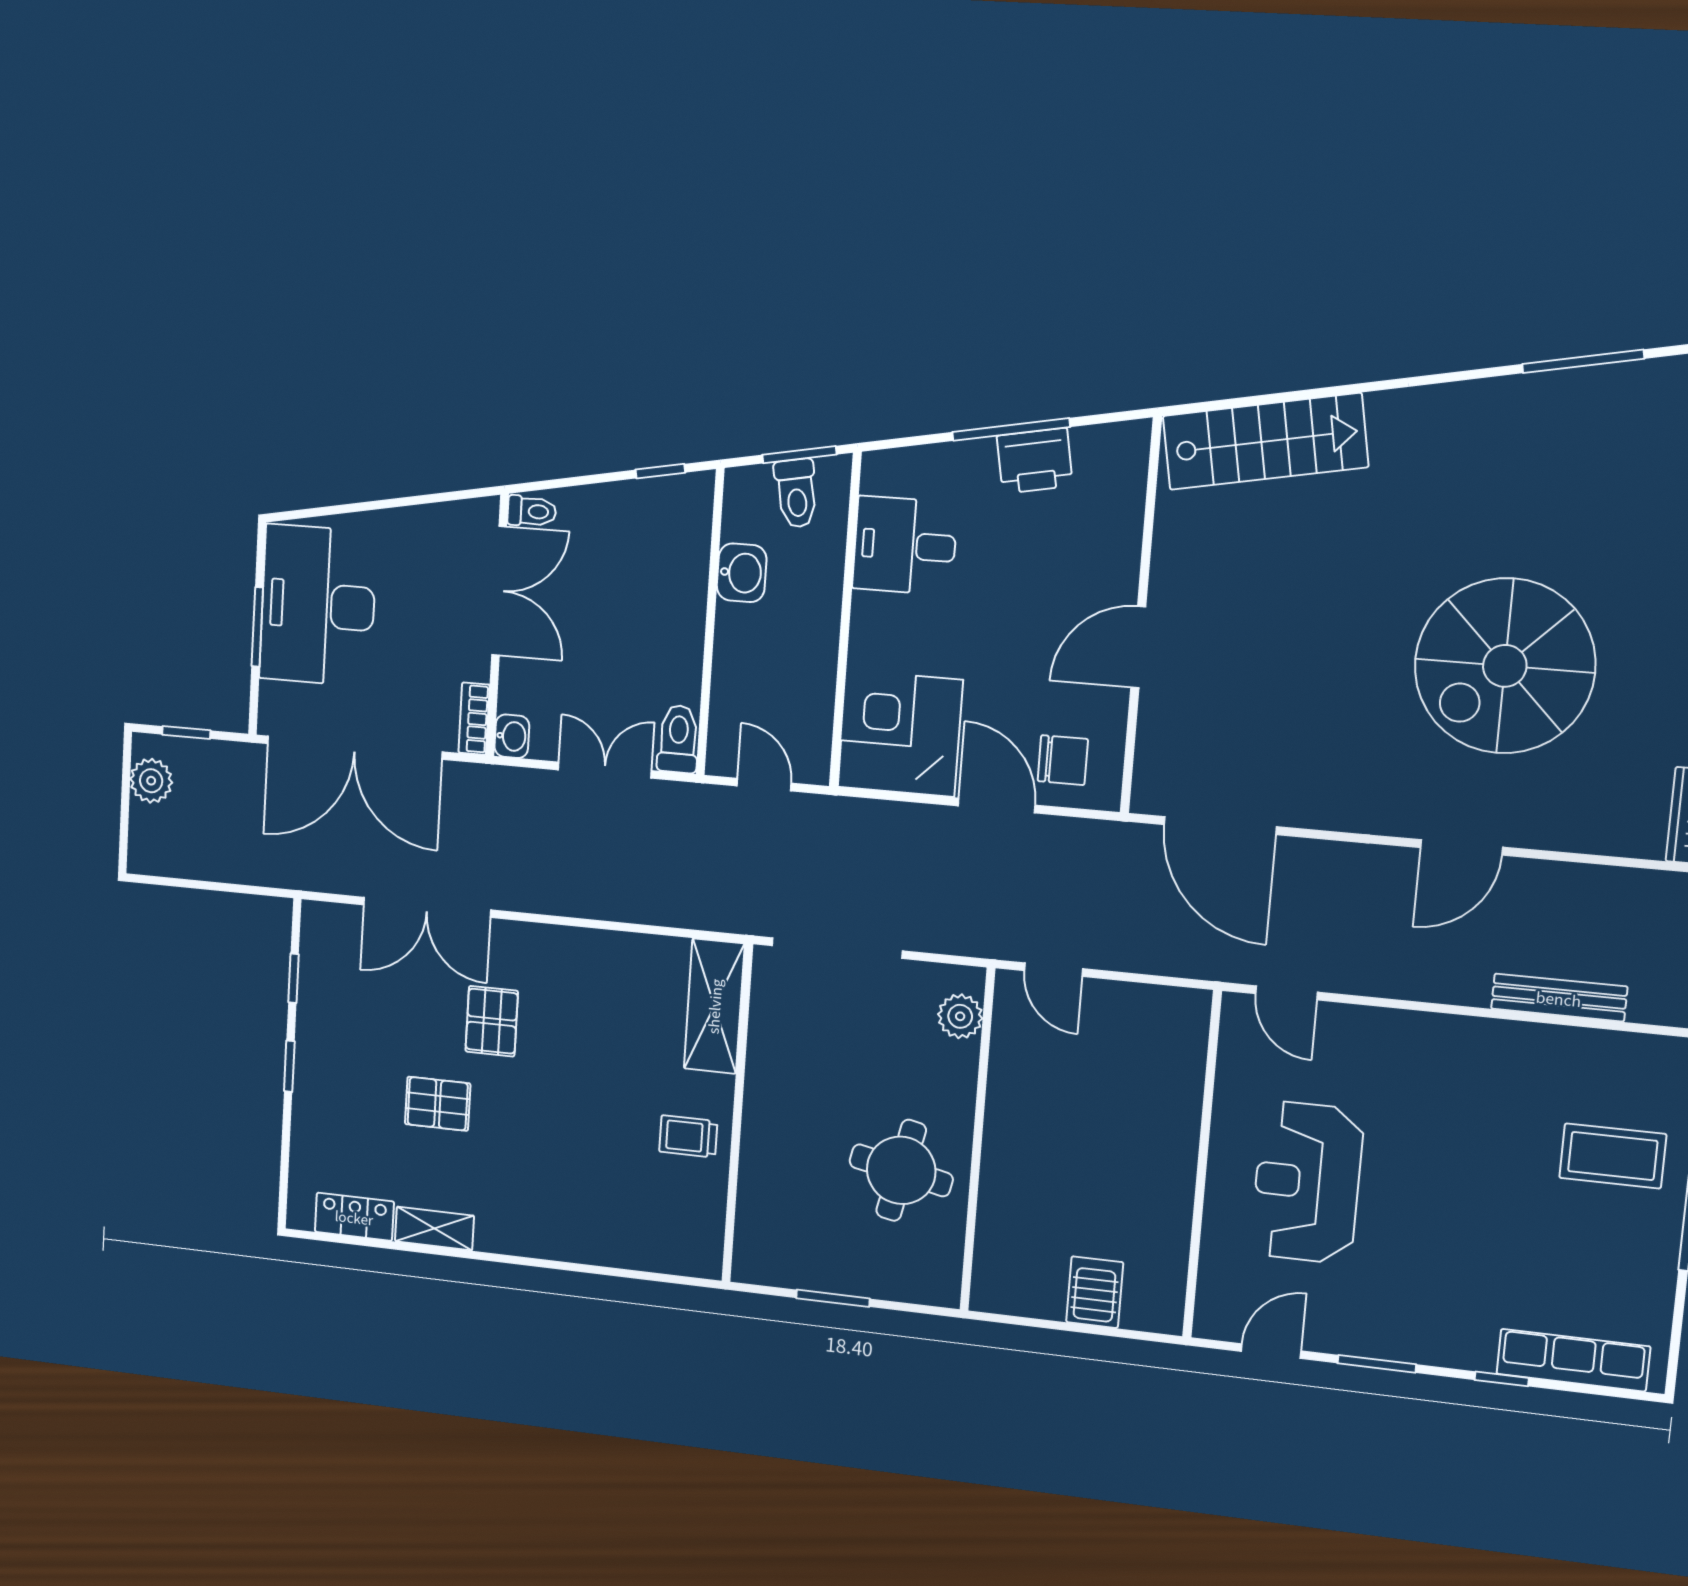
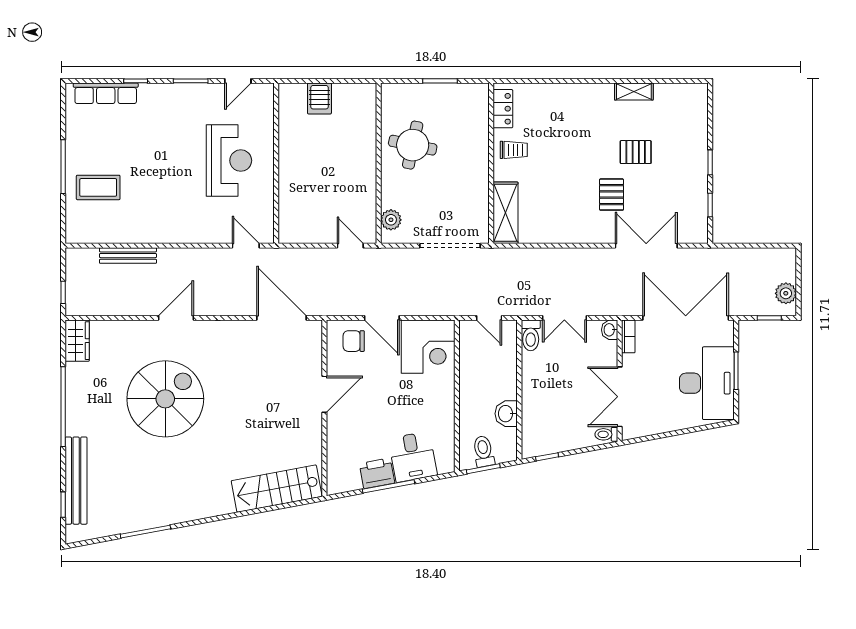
desk: (905, 545) -> (413, 457), moved, turned 79
locker: (354, 1217) -> (503, 109), moved, turned -90

